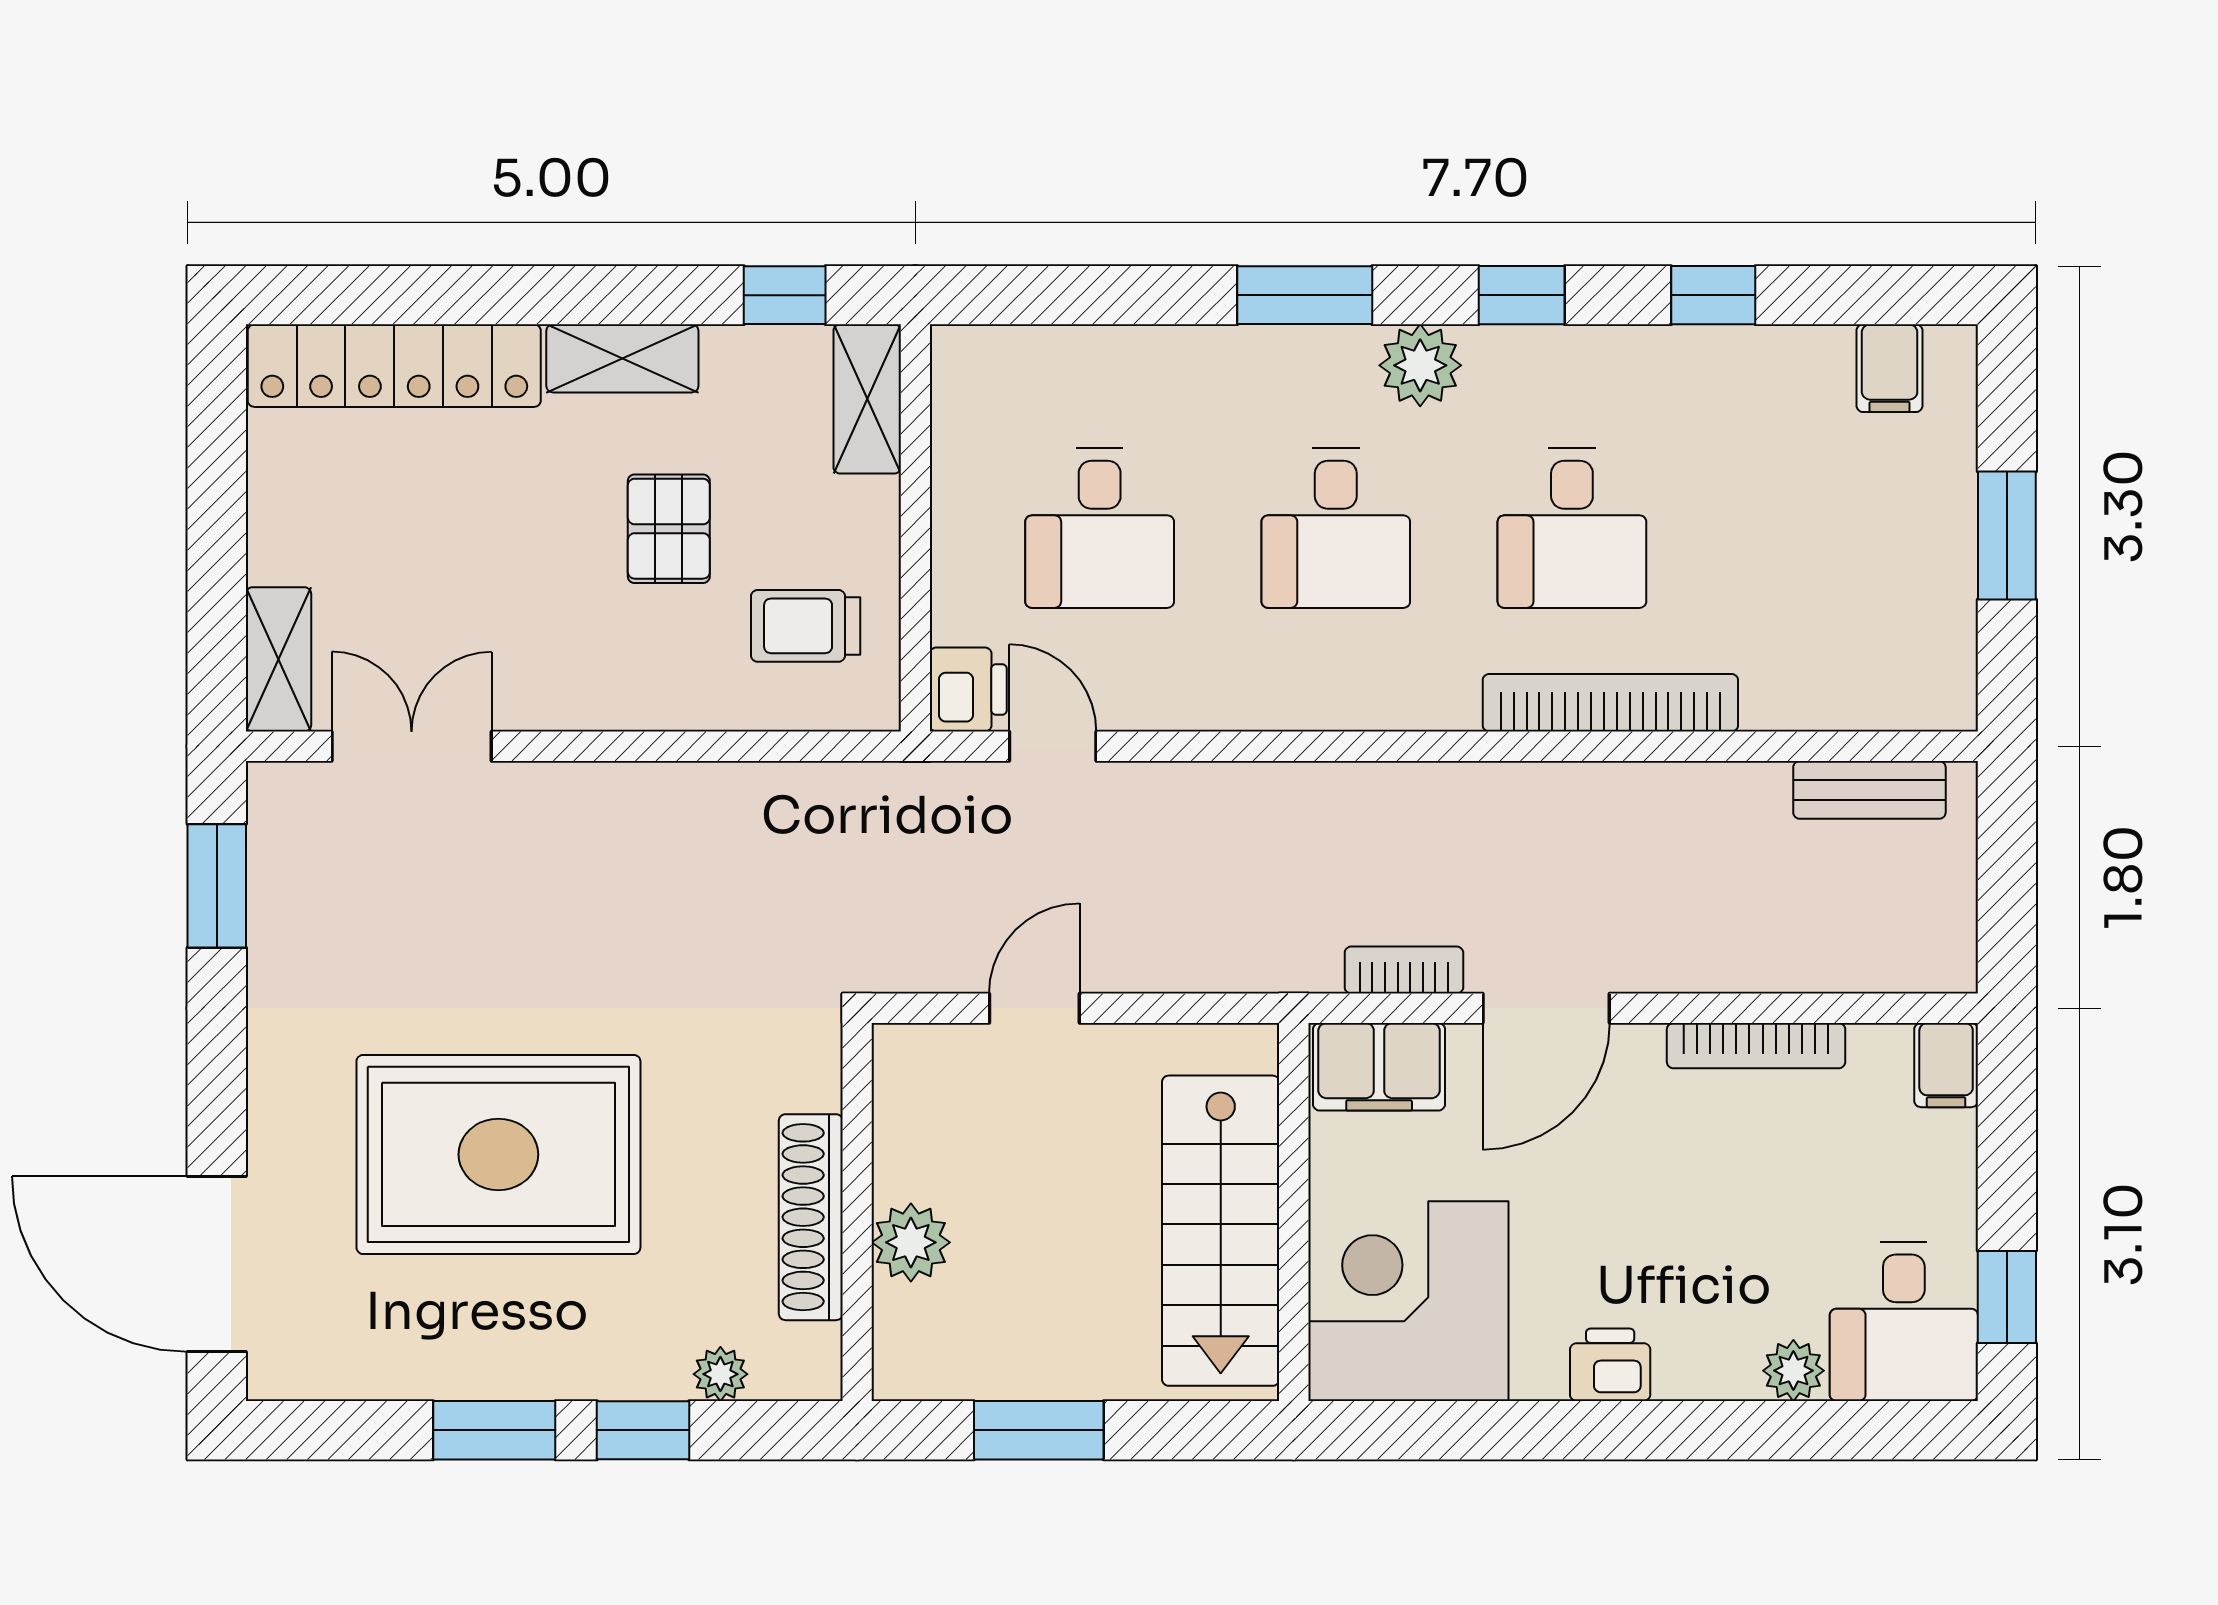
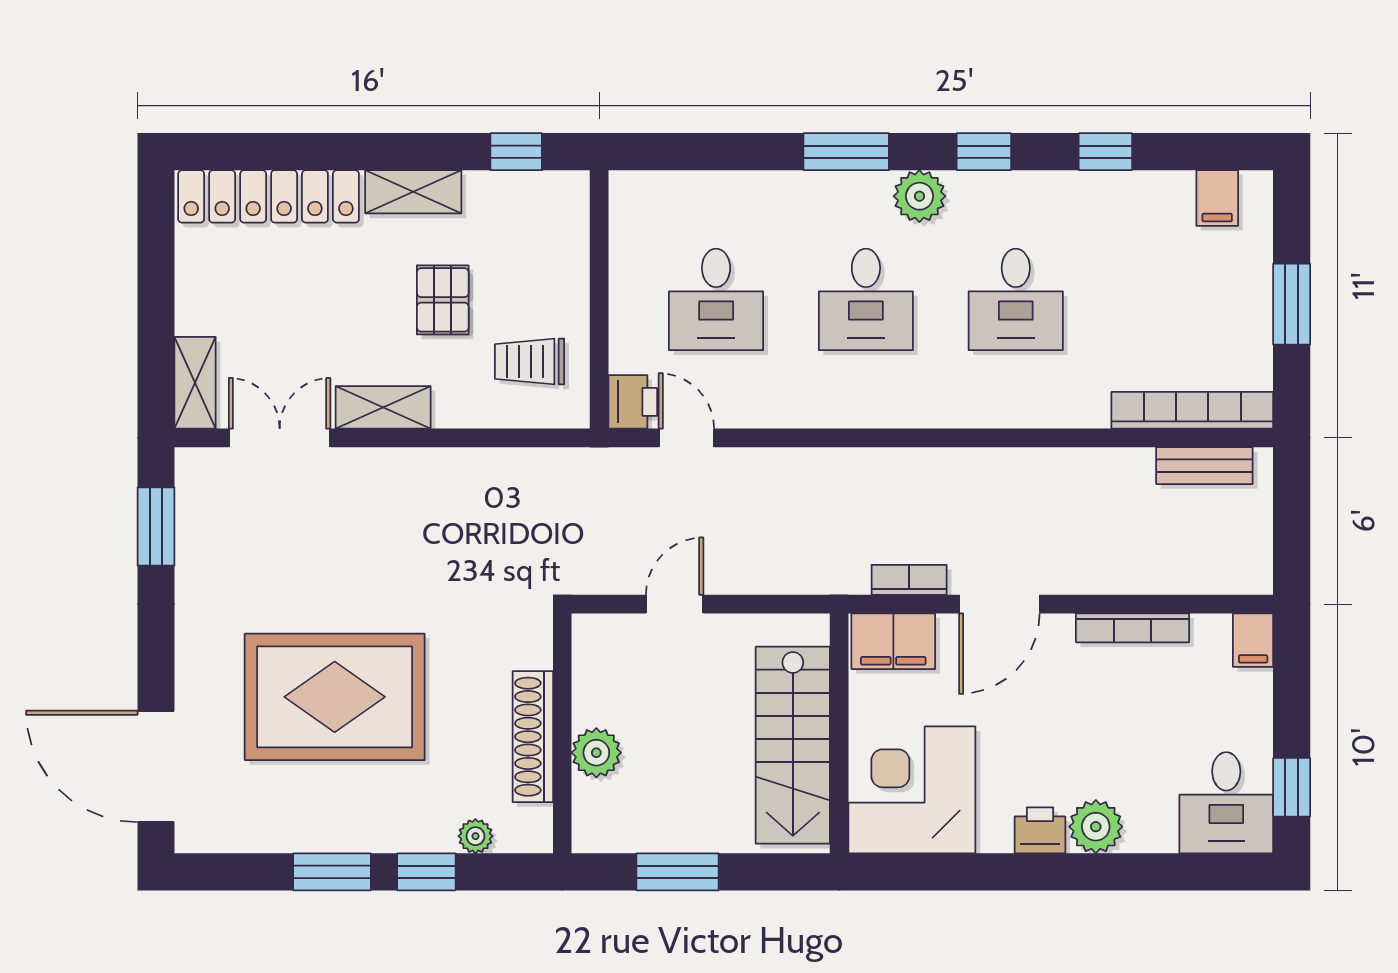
shelving: (867, 399) -> (383, 407), moved, turned 90
bookcase: (1610, 703) -> (1192, 410), moved
plant: (1793, 1371) -> (1096, 827), moved, width x1.38, depth x1.38

